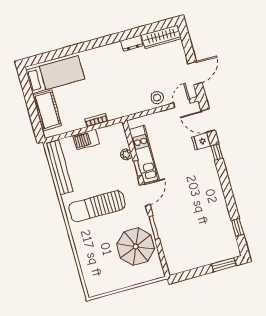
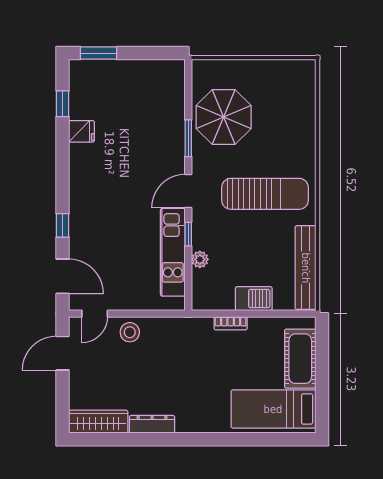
dresser: (132, 43) -> (152, 424), width x1.44
fridge: (201, 141) -> (82, 131), moved

